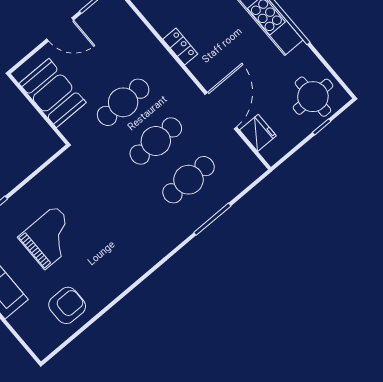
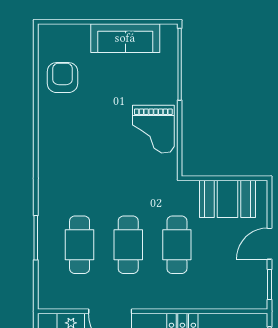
grand piano: (50, 237) -> (153, 129), moved
armchair: (67, 305) -> (62, 78), turned 180

